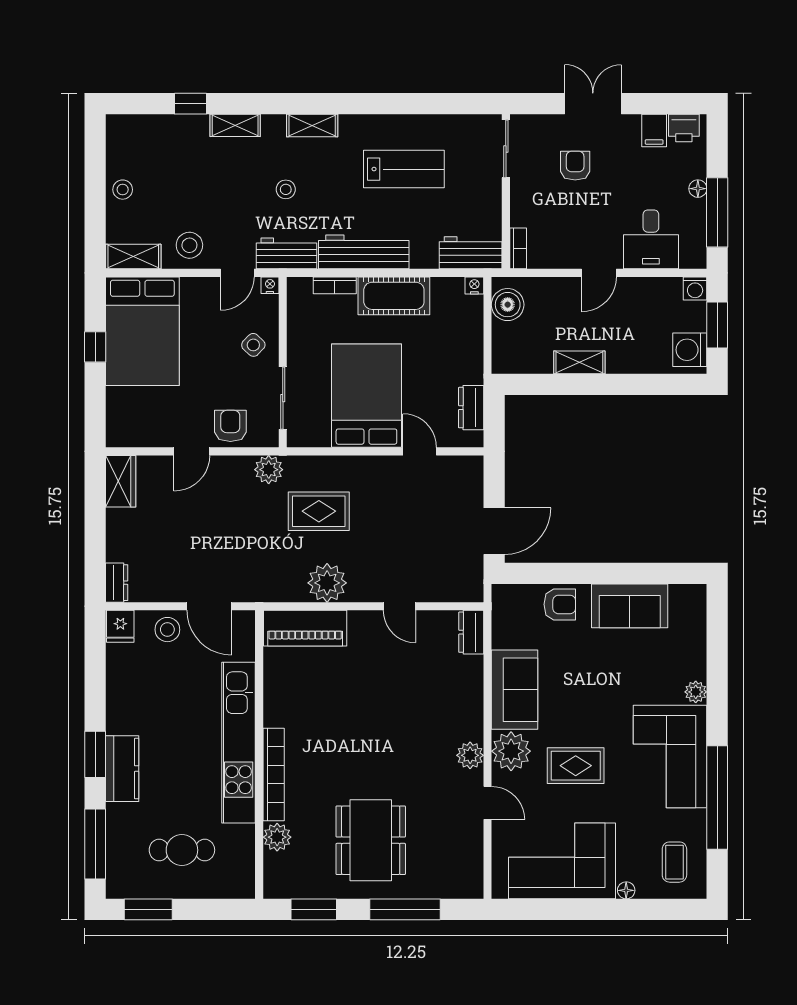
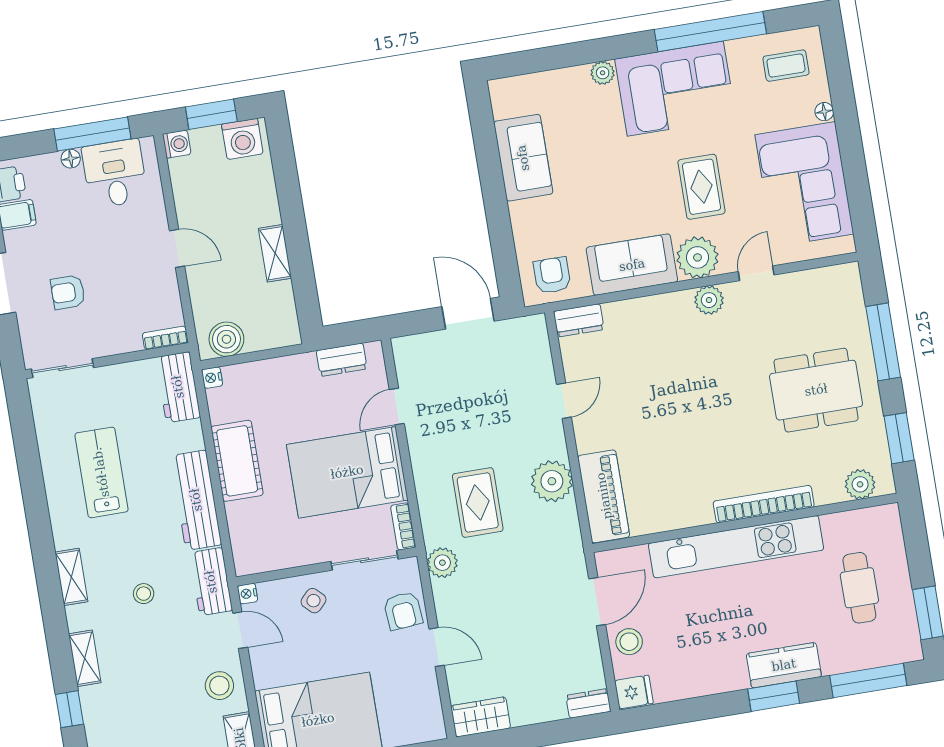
desk: (651, 239) -> (115, 174), moved, turned -90
bookcase: (335, 285) -> (403, 526), moved, turned 180
armchair: (230, 426) -> (403, 611), turned -95
armchair: (560, 604) -> (552, 275), moved
plant: (277, 837) -> (860, 484), moved

